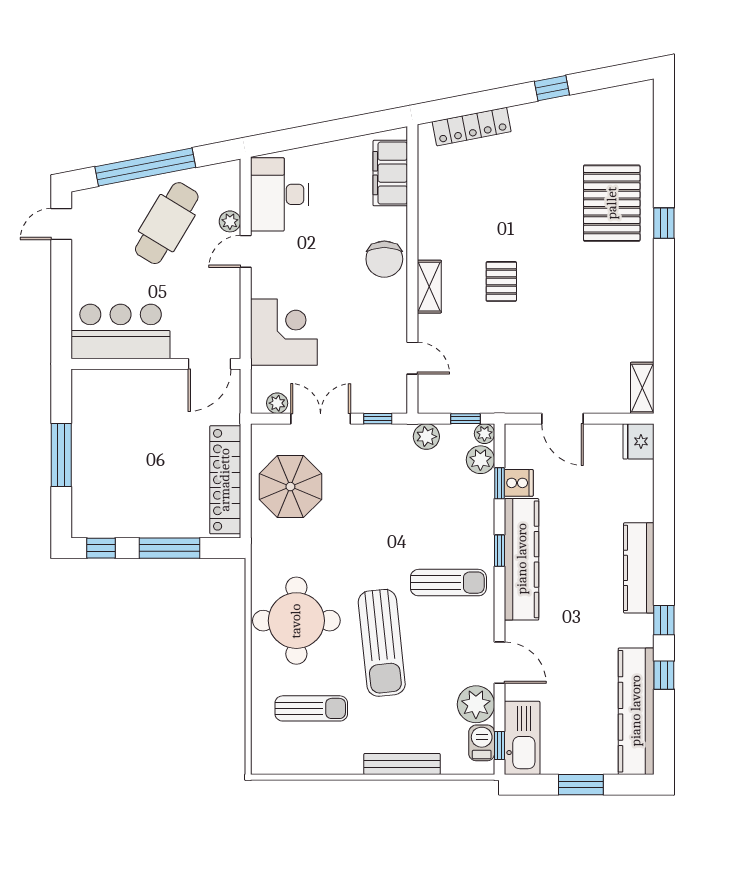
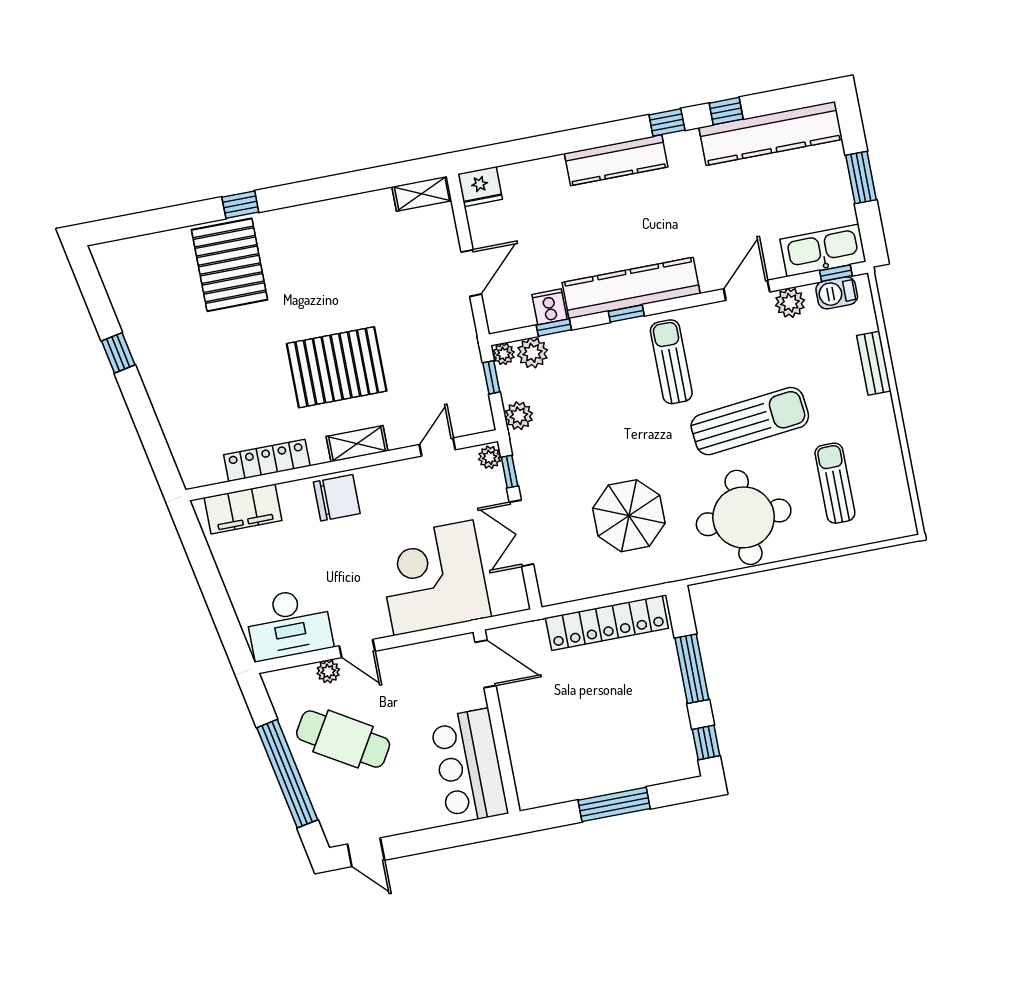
locker: (472, 127) -> (267, 460), moved, turned -79
pallet: (612, 203) -> (230, 265), turned 90
pallet: (501, 281) -> (337, 367), width x2.05, depth x2.00
corner desk: (284, 332) -> (434, 578), width x1.36, depth x1.36
plant: (277, 403) -> (490, 457), moved
parasol: (290, 487) -> (629, 516), moved
plant: (476, 704) -> (790, 303), width x0.73, depth x0.73
bench: (402, 764) -> (874, 363), width x0.73

